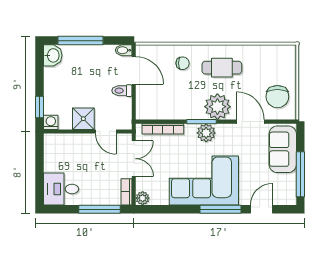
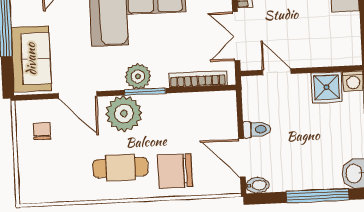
chair: (183, 63) -> (175, 171), width x1.87, depth x1.87
chair: (277, 97) -> (42, 131), width x0.54, depth x0.54
shower: (83, 119) -> (327, 87), moved

